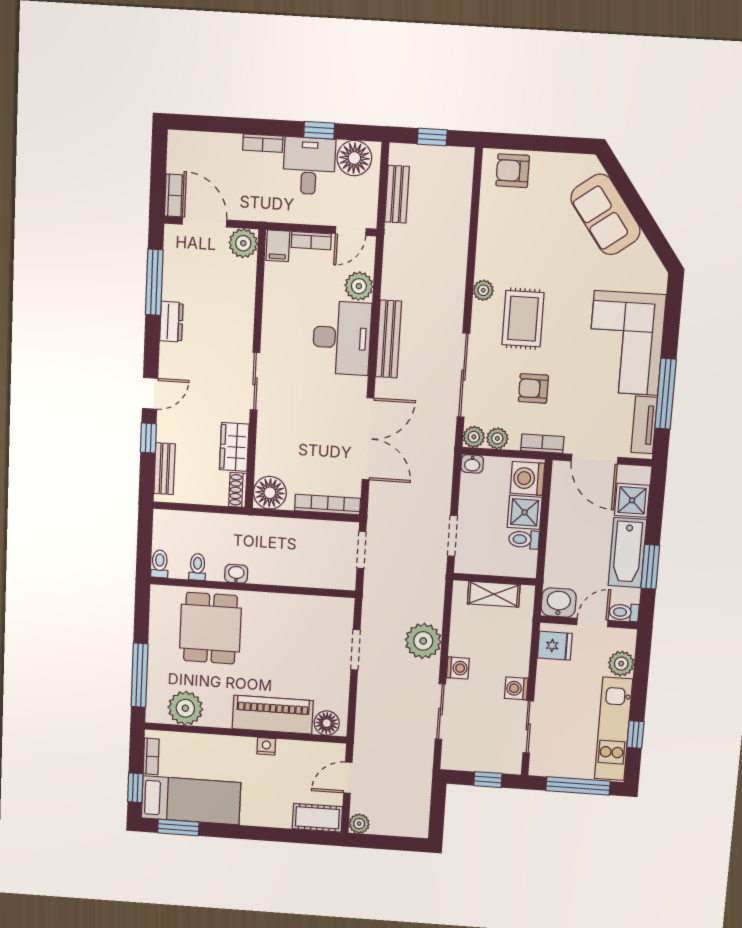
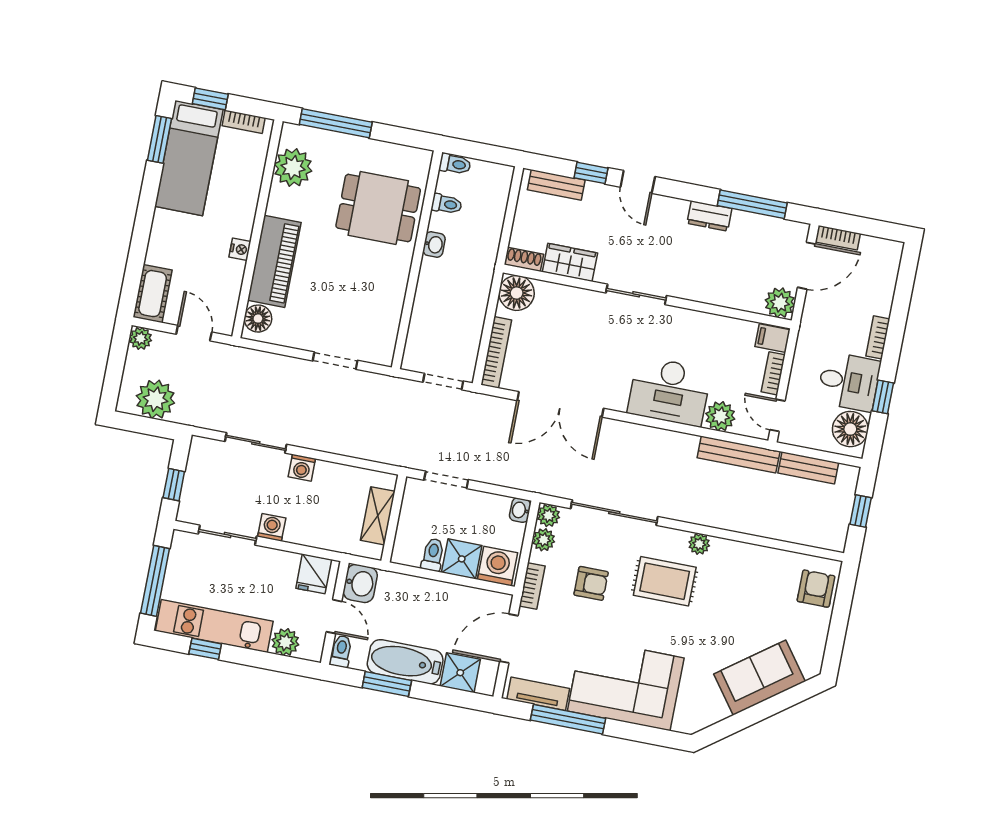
bench: (388, 339) -> (739, 455), moved
armchair: (533, 388) -> (591, 583), turned 90
plant: (423, 641) -> (155, 399), moved

